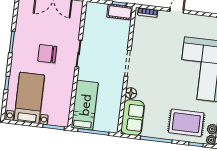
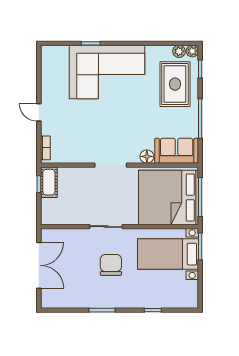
chair: (47, 54) -> (111, 265), turned 180
bed with nightstands: (29, 98) -> (168, 254), moved
bed: (85, 105) -> (169, 197), width x2.04

